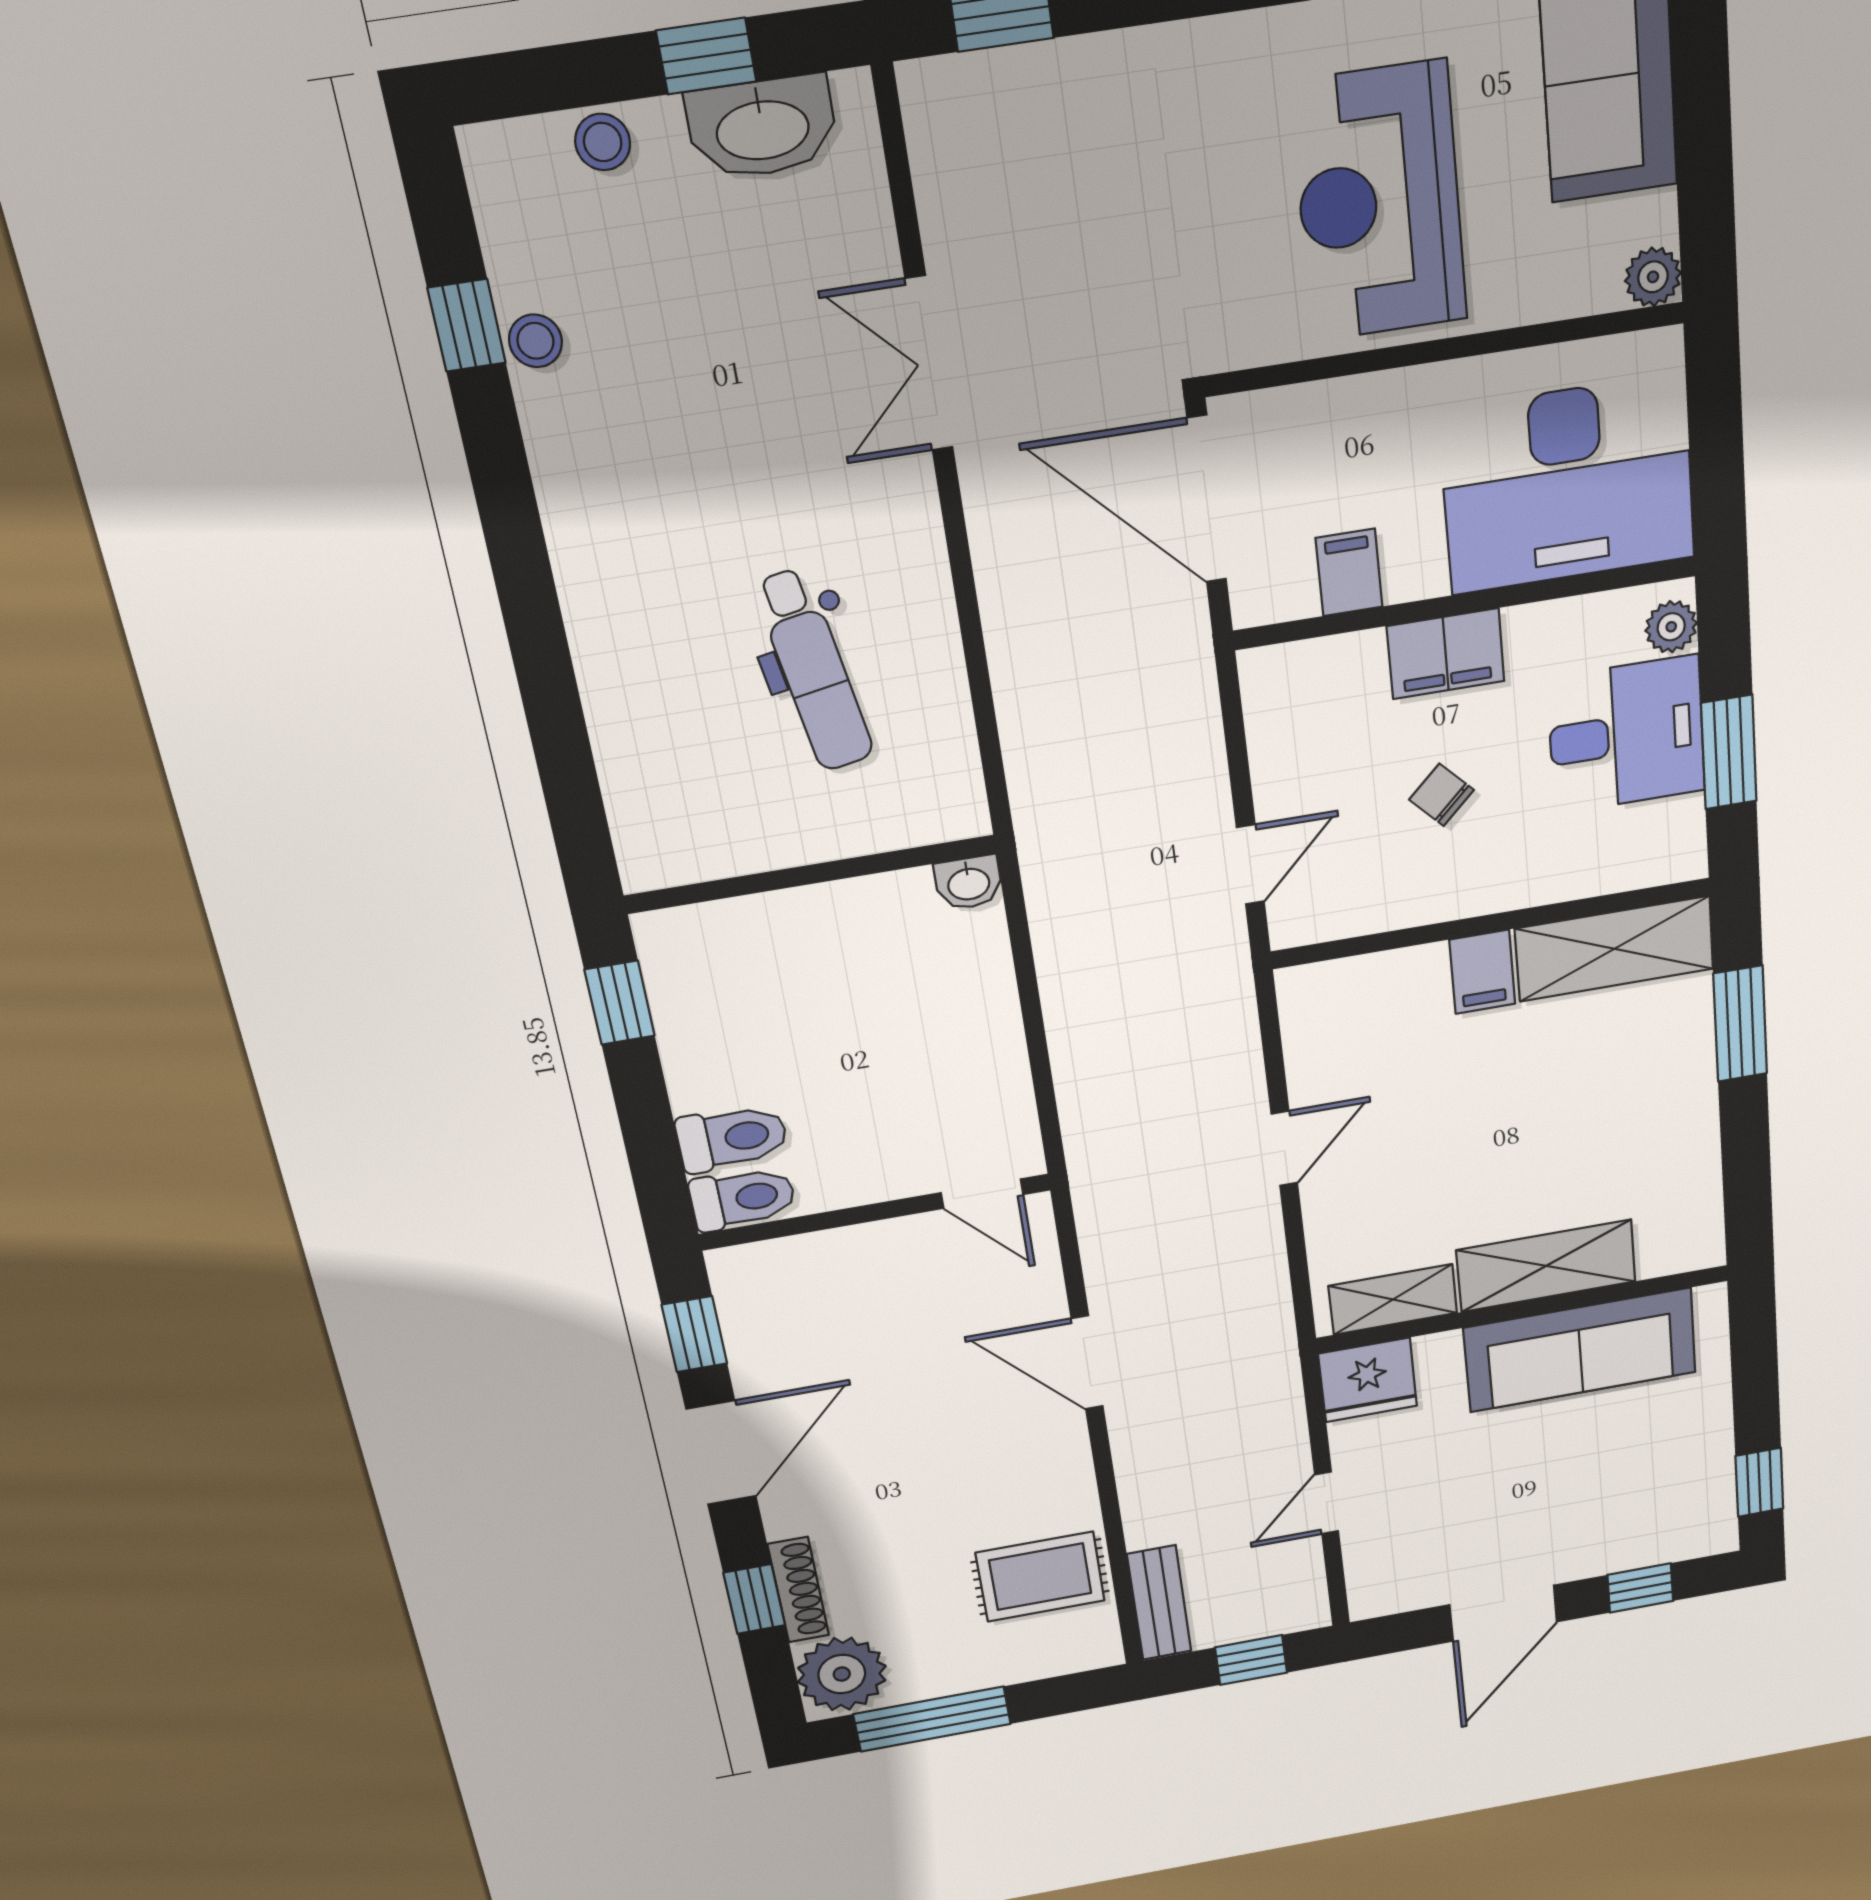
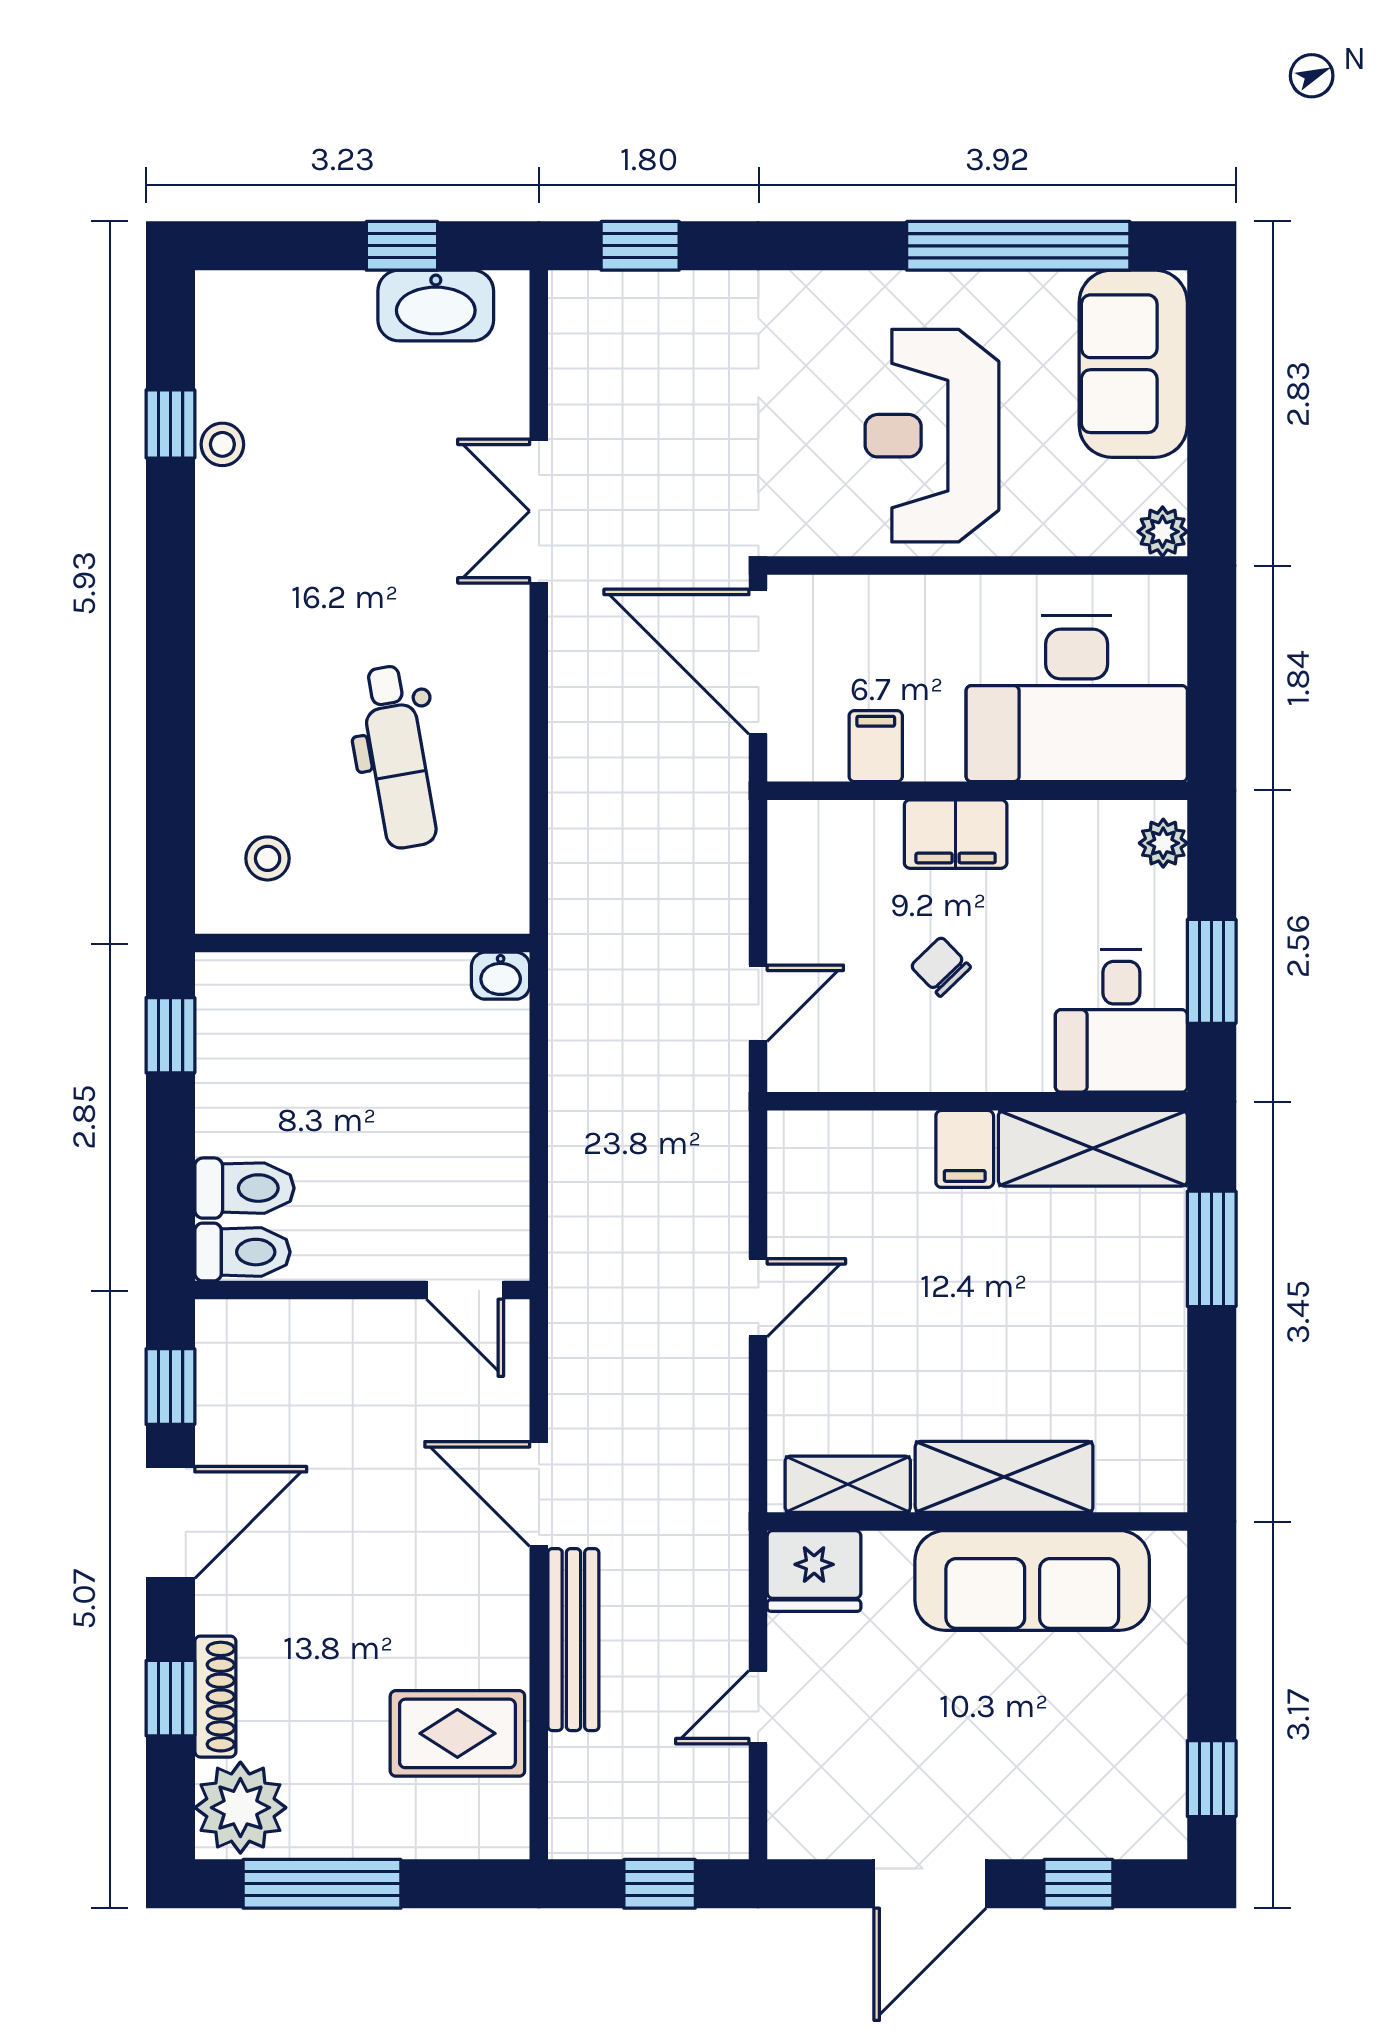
stool: (603, 142) -> (268, 858), moved
desk: (1626, 735) -> (1121, 1021), moved, turned 90
bench: (1159, 1603) -> (573, 1640), moved, width x1.36

